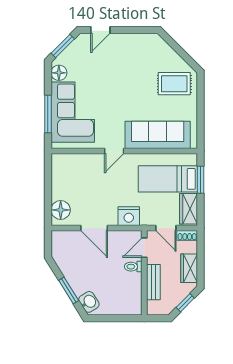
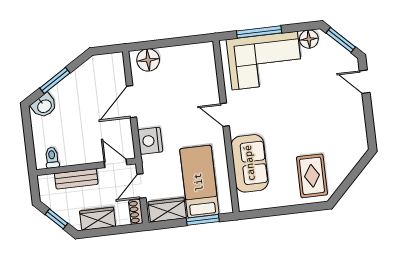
sofa: (158, 135) -> (250, 163), width x0.73
toilet: (133, 267) -> (52, 158), moved

